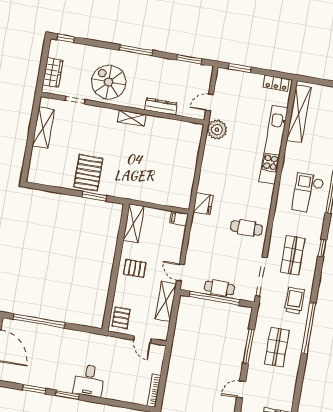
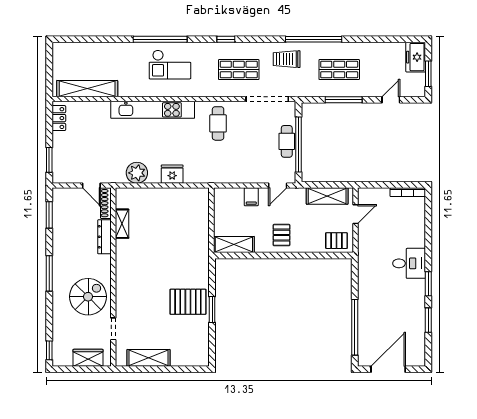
spiral stairs: (109, 82) -> (88, 297), turned 180
shoe rack: (191, 113) -> (106, 203), added
shelving: (132, 118) -> (122, 224), moved
plant: (217, 130) -> (137, 173), moved
kitchen unit: (274, 145) -> (153, 110), moved
window: (94, 196) -> (212, 309), moved
fridge: (203, 203) -> (172, 174), moved
filing cabinet: (179, 219) -> (251, 197), moved
shelving: (166, 301) -> (327, 196), moved
door: (241, 389) -> (391, 100), swing flipped

